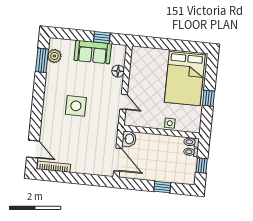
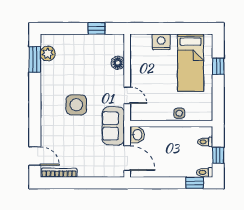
sofa: (93, 52) -> (113, 126), moved, turned 90
nightstand: (160, 56) -> (161, 42), added
bed: (185, 78) -> (191, 63), width x0.67
window: (208, 98) -> (218, 66), moved
toilet: (191, 142) -> (205, 172), moved
window: (162, 187) -> (195, 183), moved

